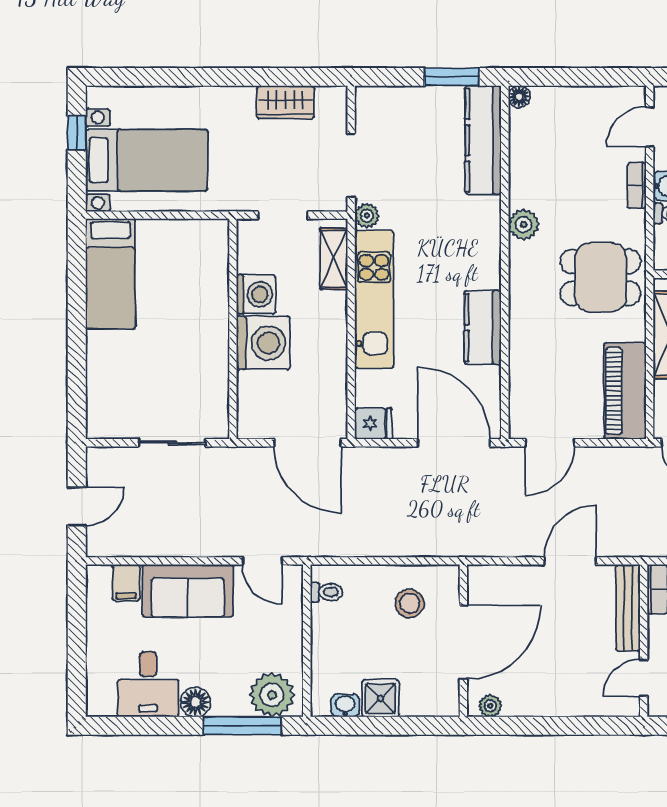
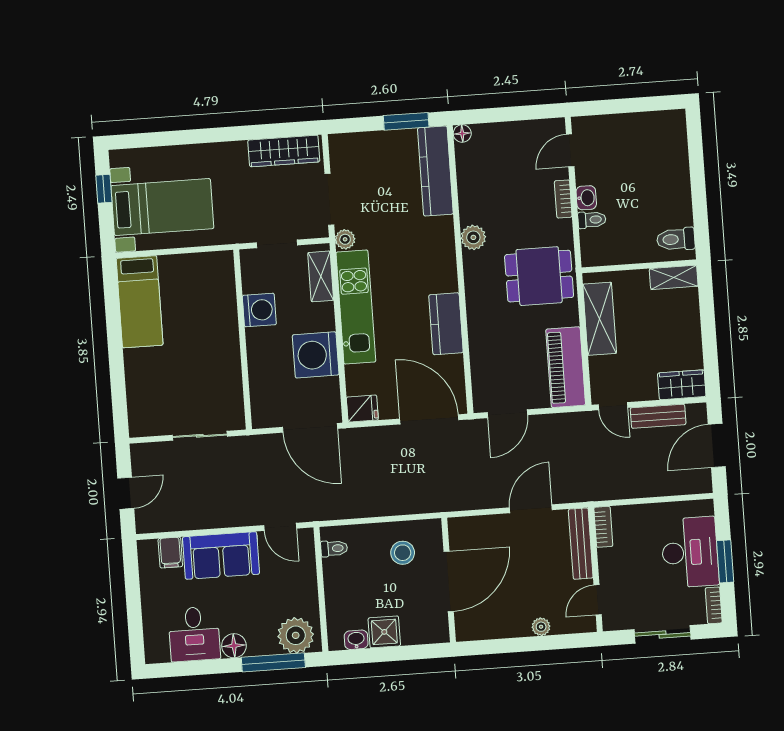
wardrobe: (285, 102) -> (284, 151), width x1.50
washing machine: (263, 343) -> (316, 355), moved, turned 180
plant: (490, 706) -> (541, 627), moved

